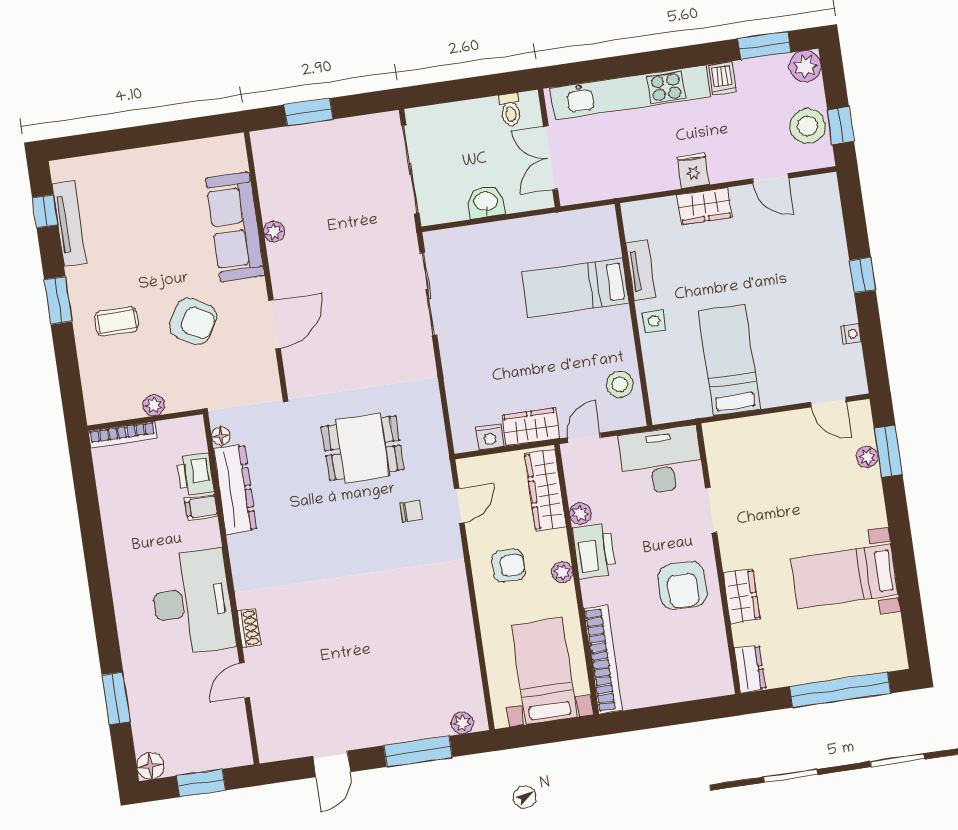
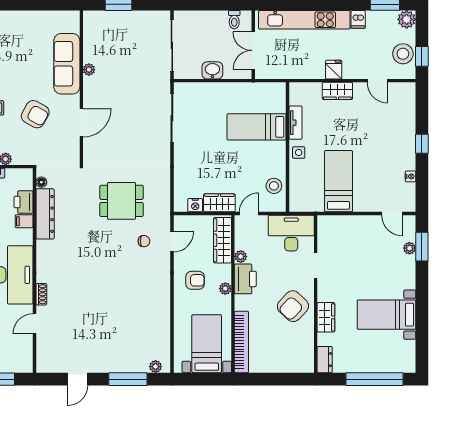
armchair: (682, 585) -> (293, 306), turned 43

